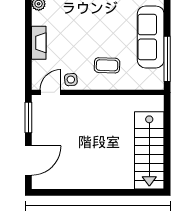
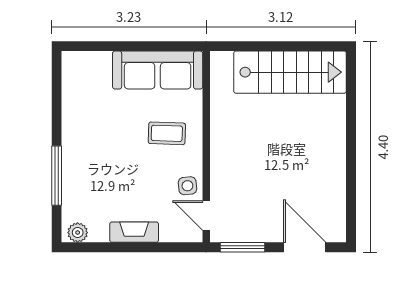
sofa: (151, 37) -> (158, 70), moved
window: (167, 59) -> (158, 46), removed
coffee table: (107, 65) -> (167, 133), turned 90

